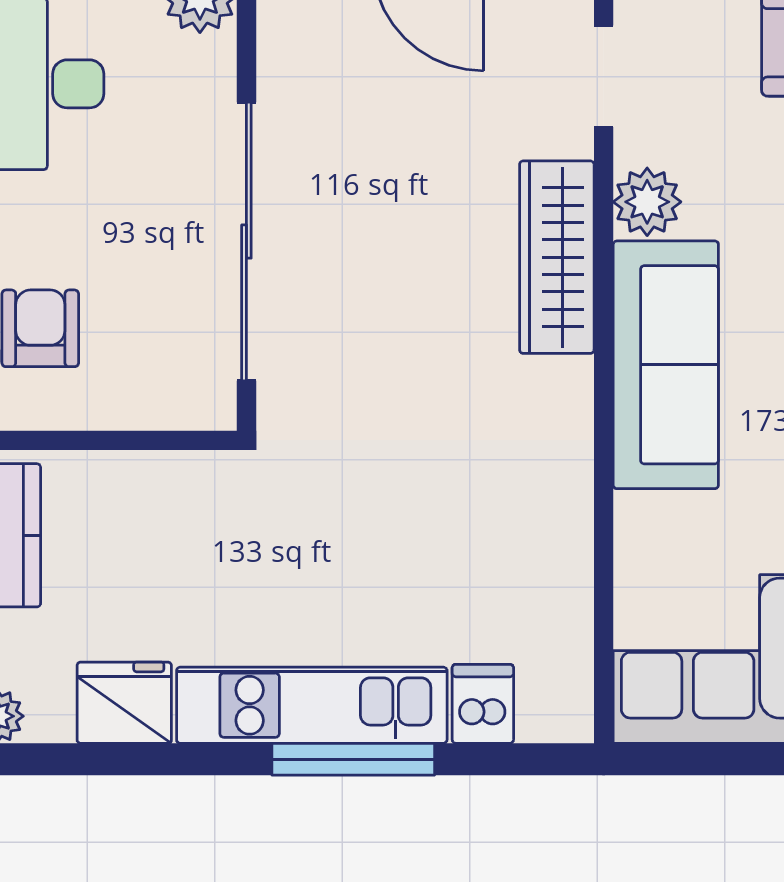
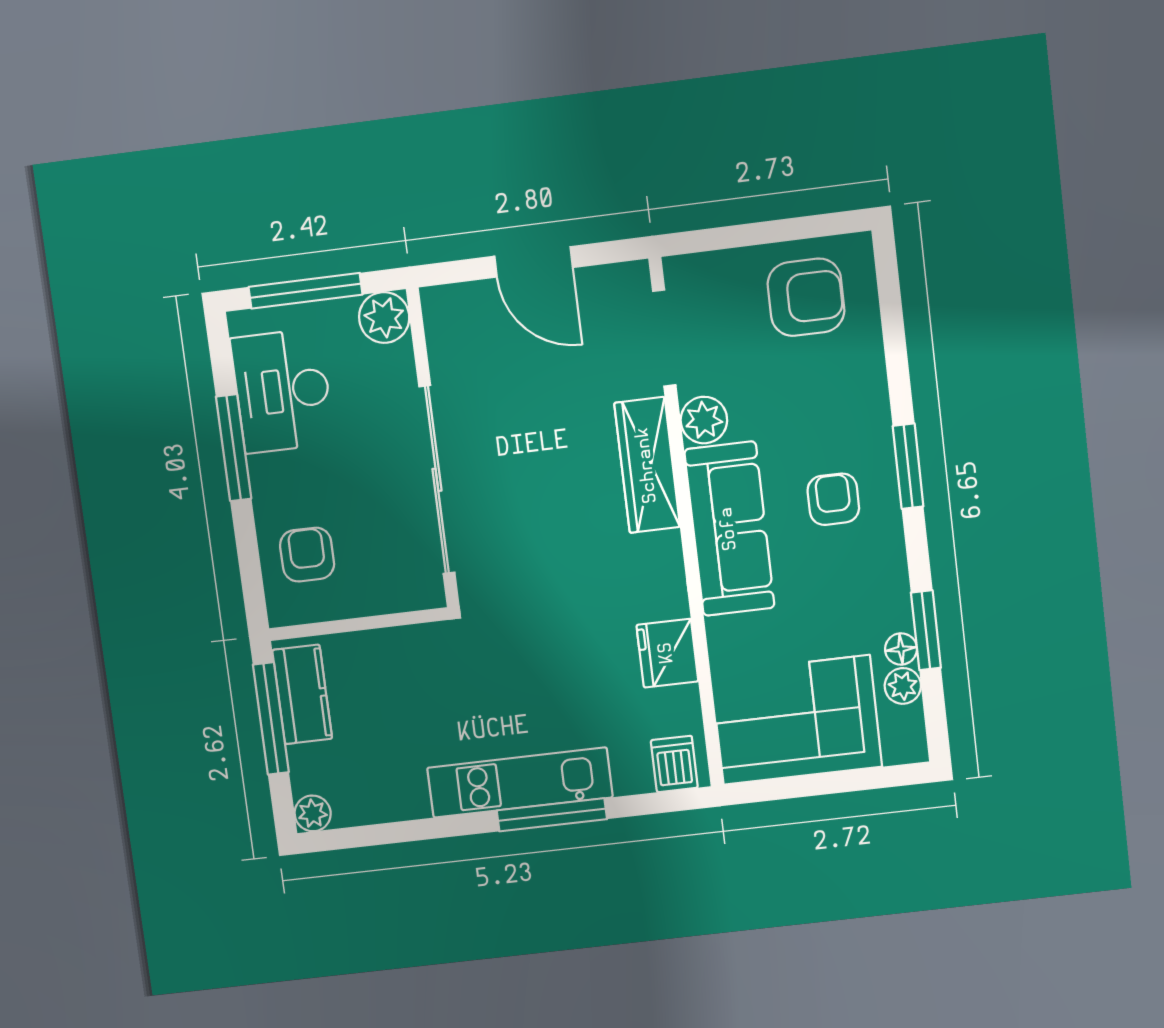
doorway: (604, 76) -> (664, 338), width x1.38
fridge: (124, 703) -> (667, 653), moved, turned -90
dishwasher: (483, 704) -> (674, 764), moved

